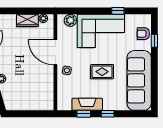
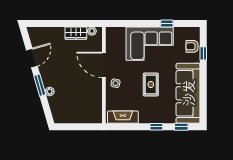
plant: (70, 20) -> (119, 33), removed
rug: (102, 72) -> (151, 84), turned 90
fireplace: (87, 104) -> (123, 117), moved
window: (84, 114) -> (181, 127), moved

